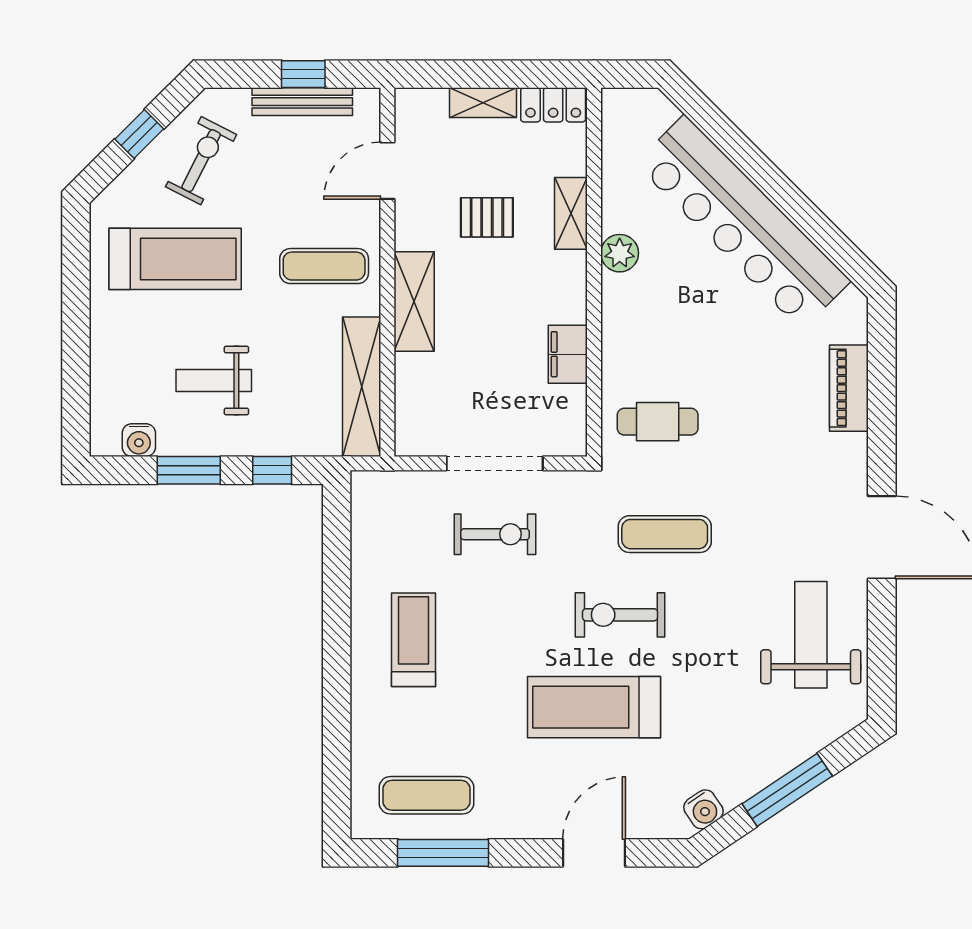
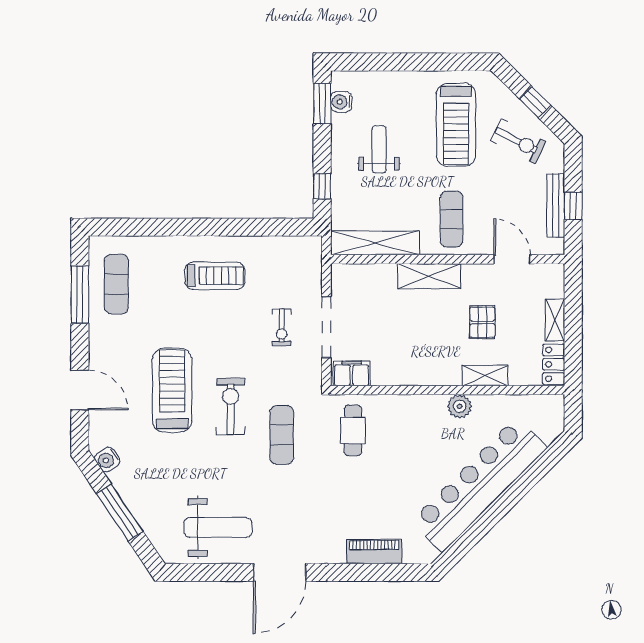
filing cabinet: (568, 354) -> (352, 373), moved
window: (189, 470) -> (322, 104), moved
exercise bike: (495, 534) -> (282, 327), width x0.73, depth x0.72

